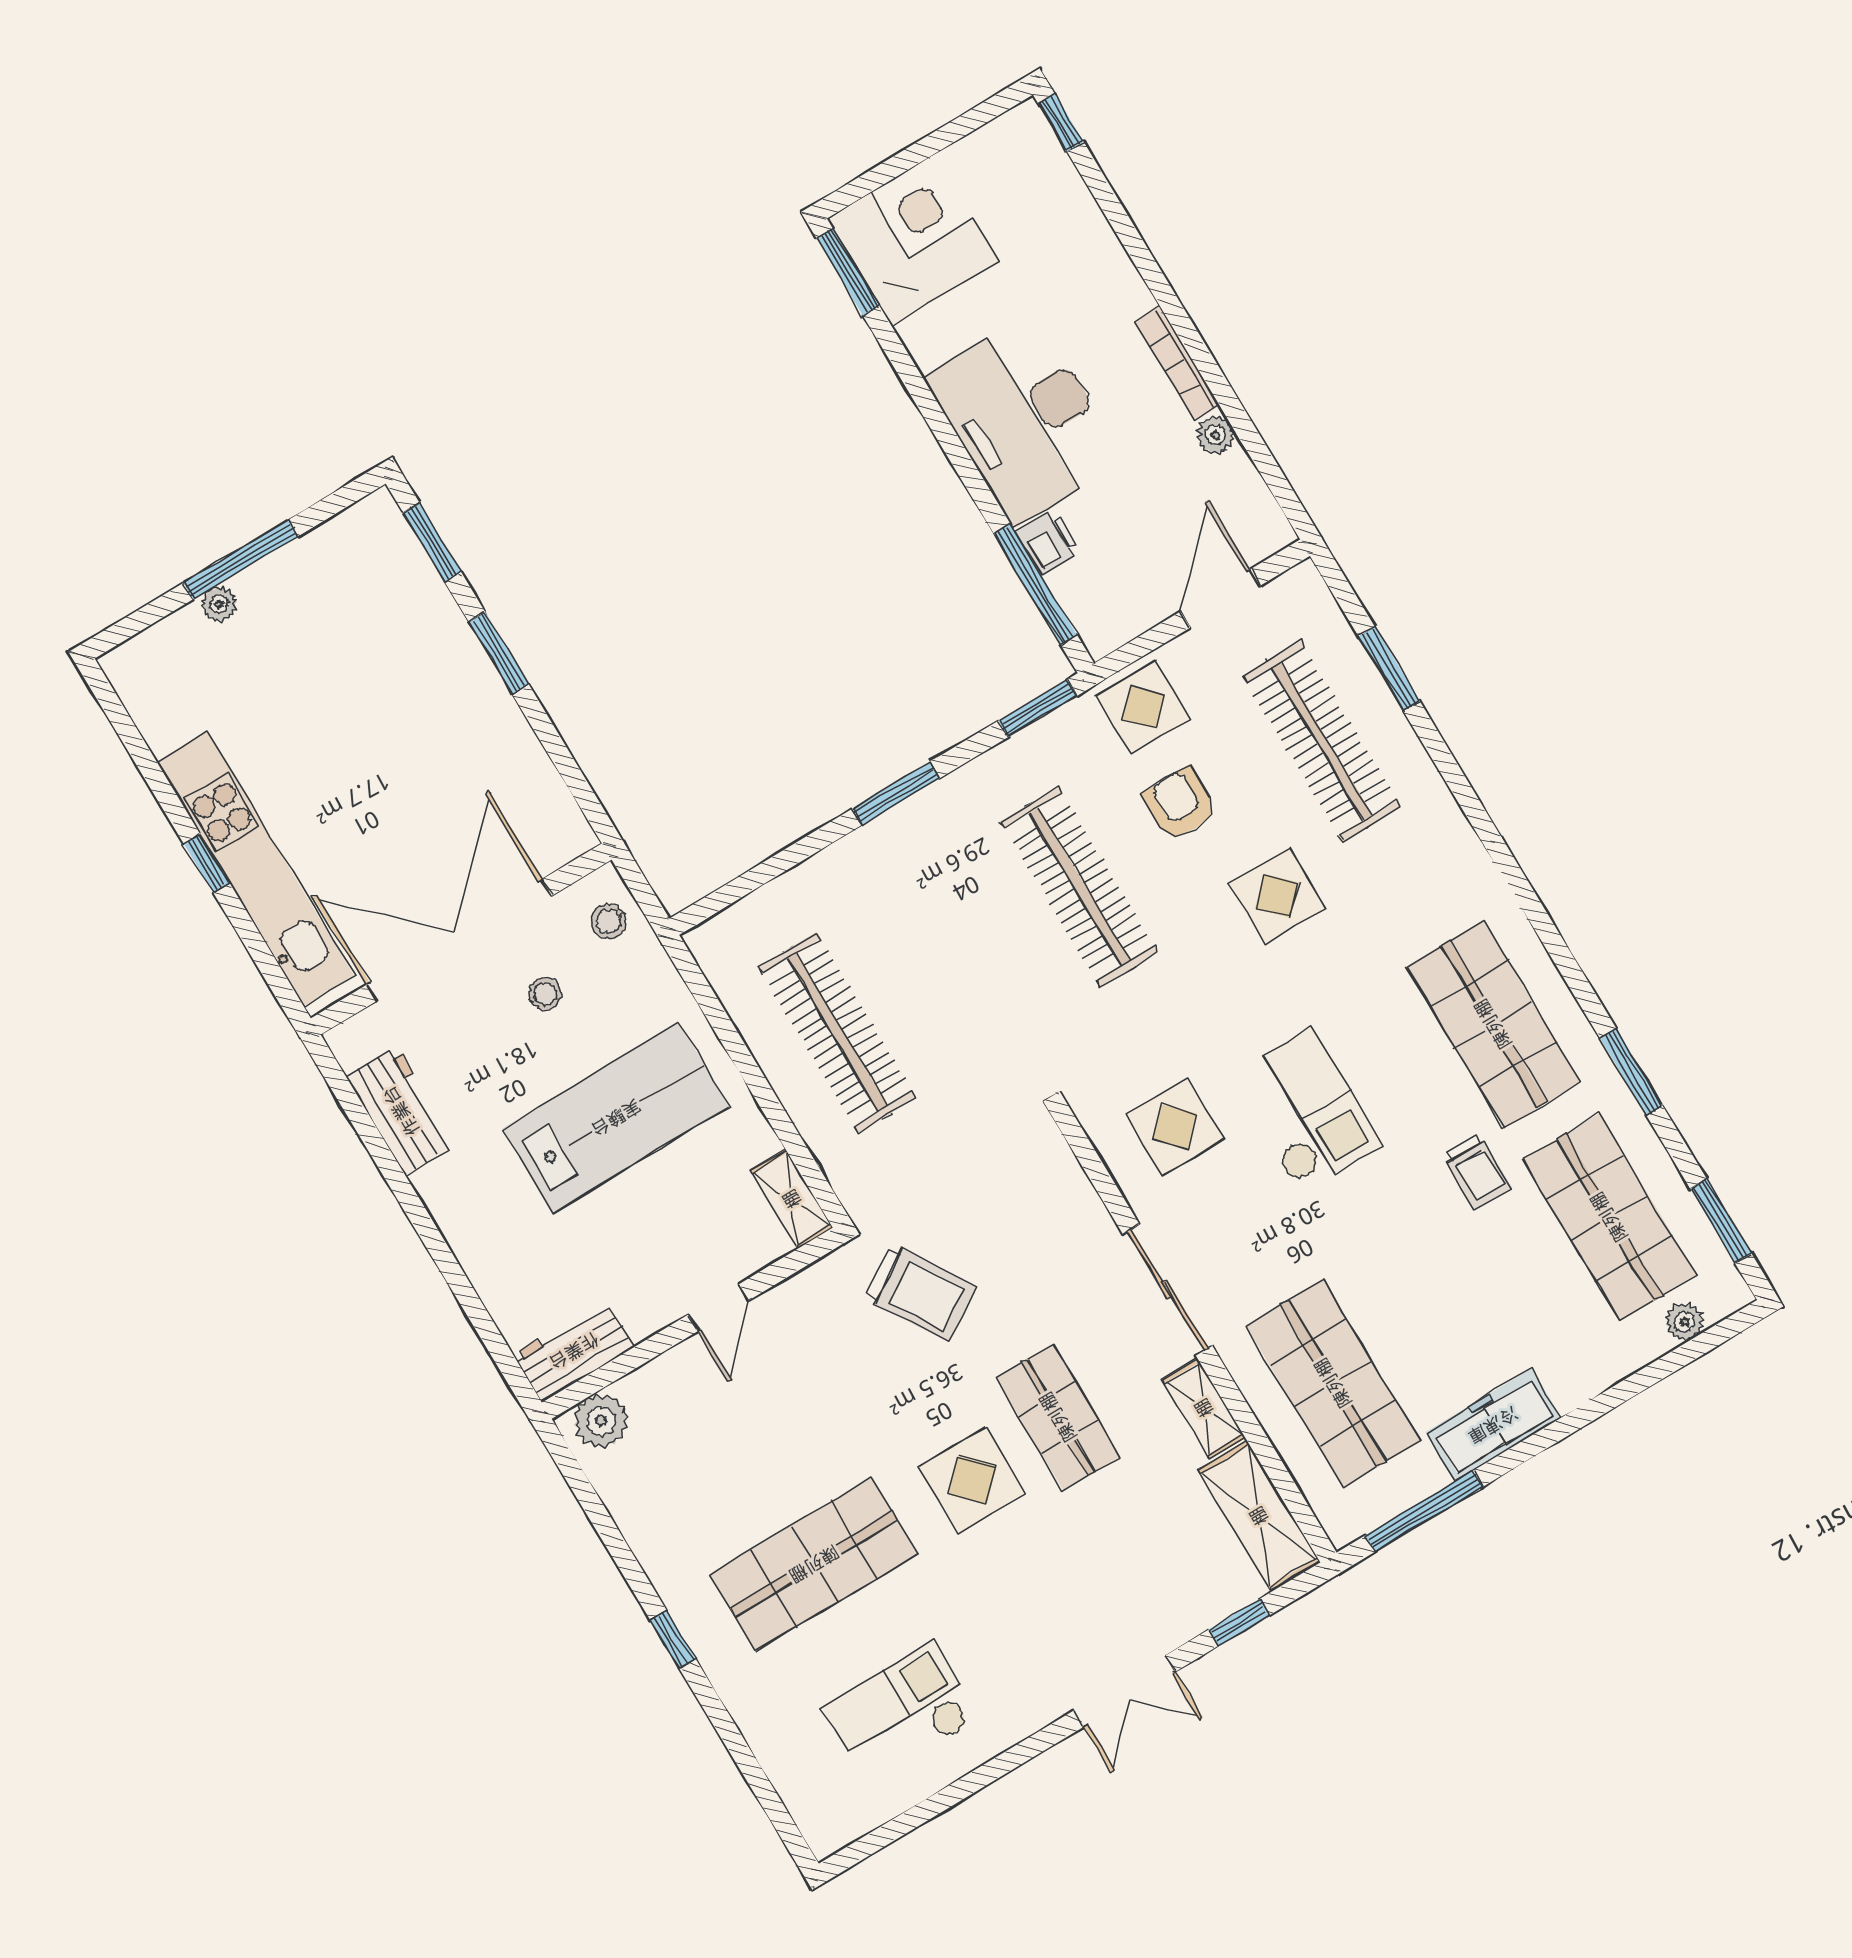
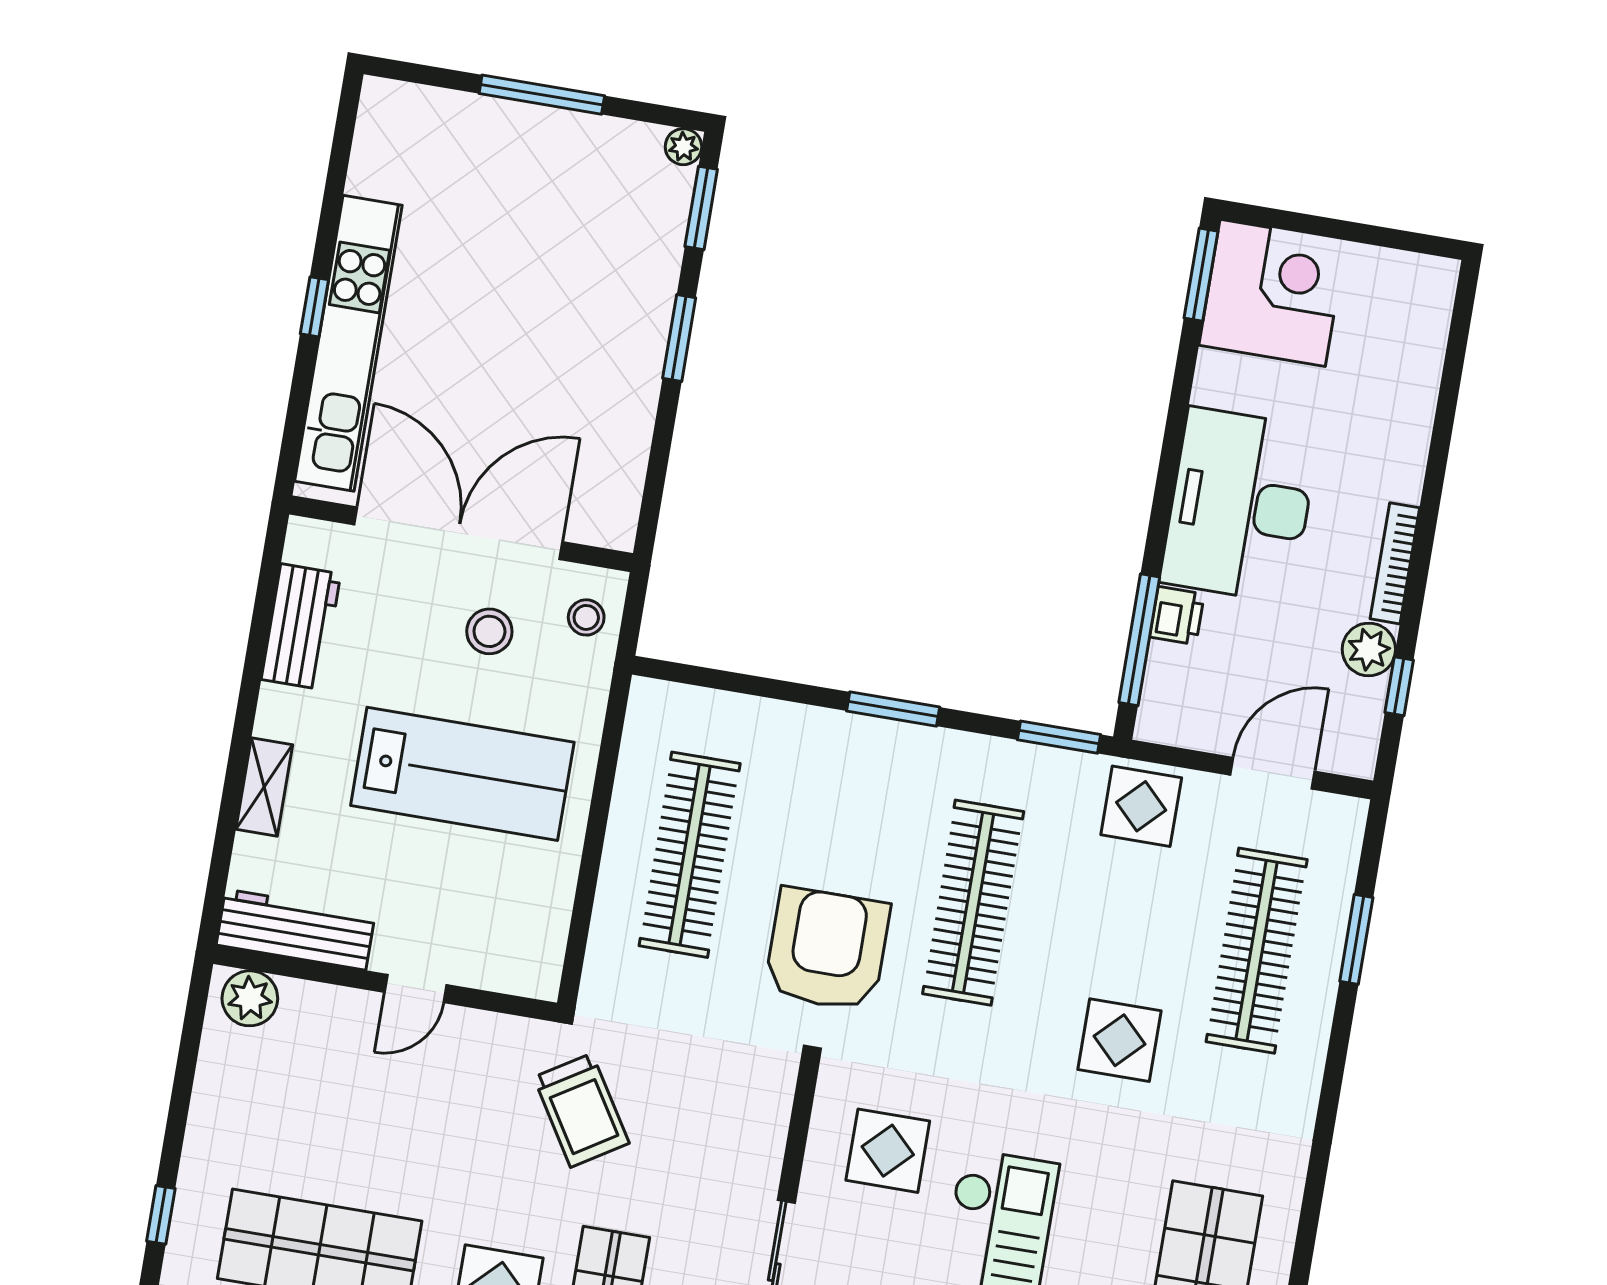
window: (1061, 123) -> (1399, 686), moved
plant: (1215, 435) -> (1369, 649), width x1.38, depth x1.38
plant: (219, 604) -> (683, 147), moved
armchair: (1180, 804) -> (827, 949), moved, width x1.88, depth x1.88
stool: (545, 994) -> (489, 631), width x1.37, depth x1.37
shelving: (792, 1199) -> (264, 787), moved
workbench: (574, 1351) -> (296, 930), width x1.38

